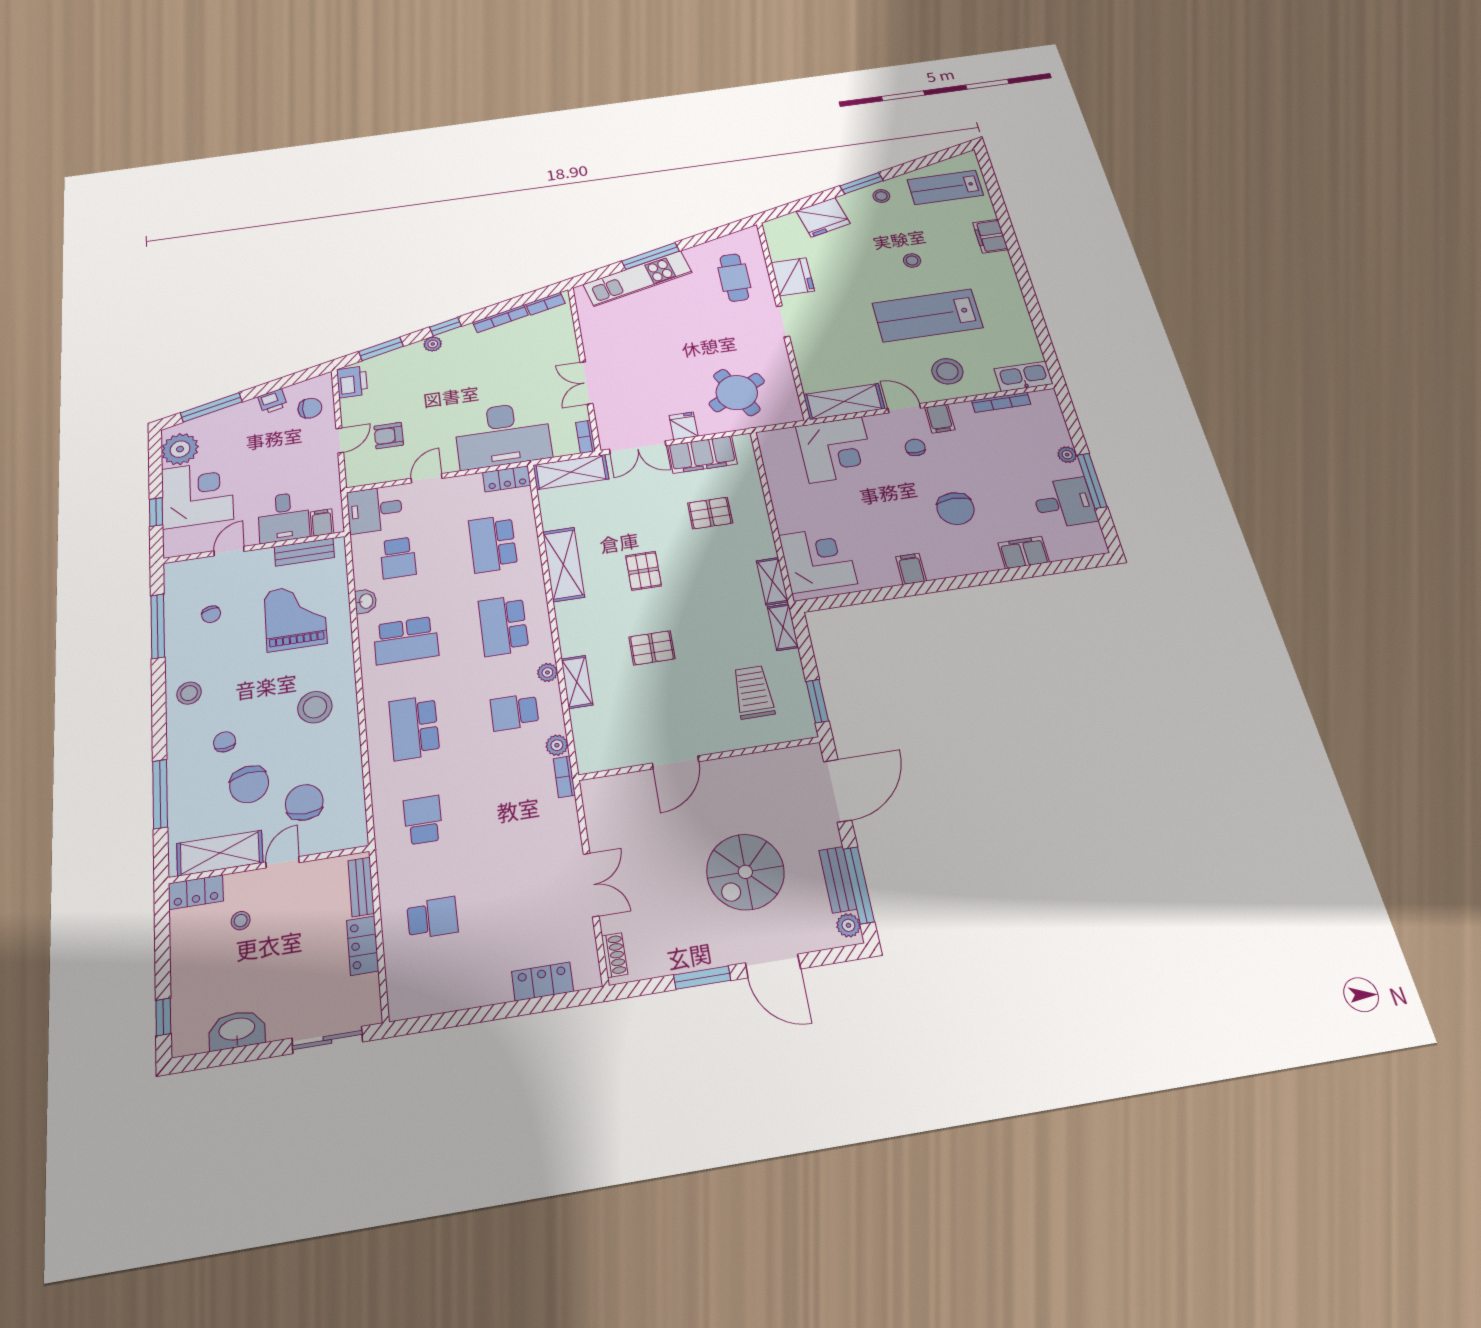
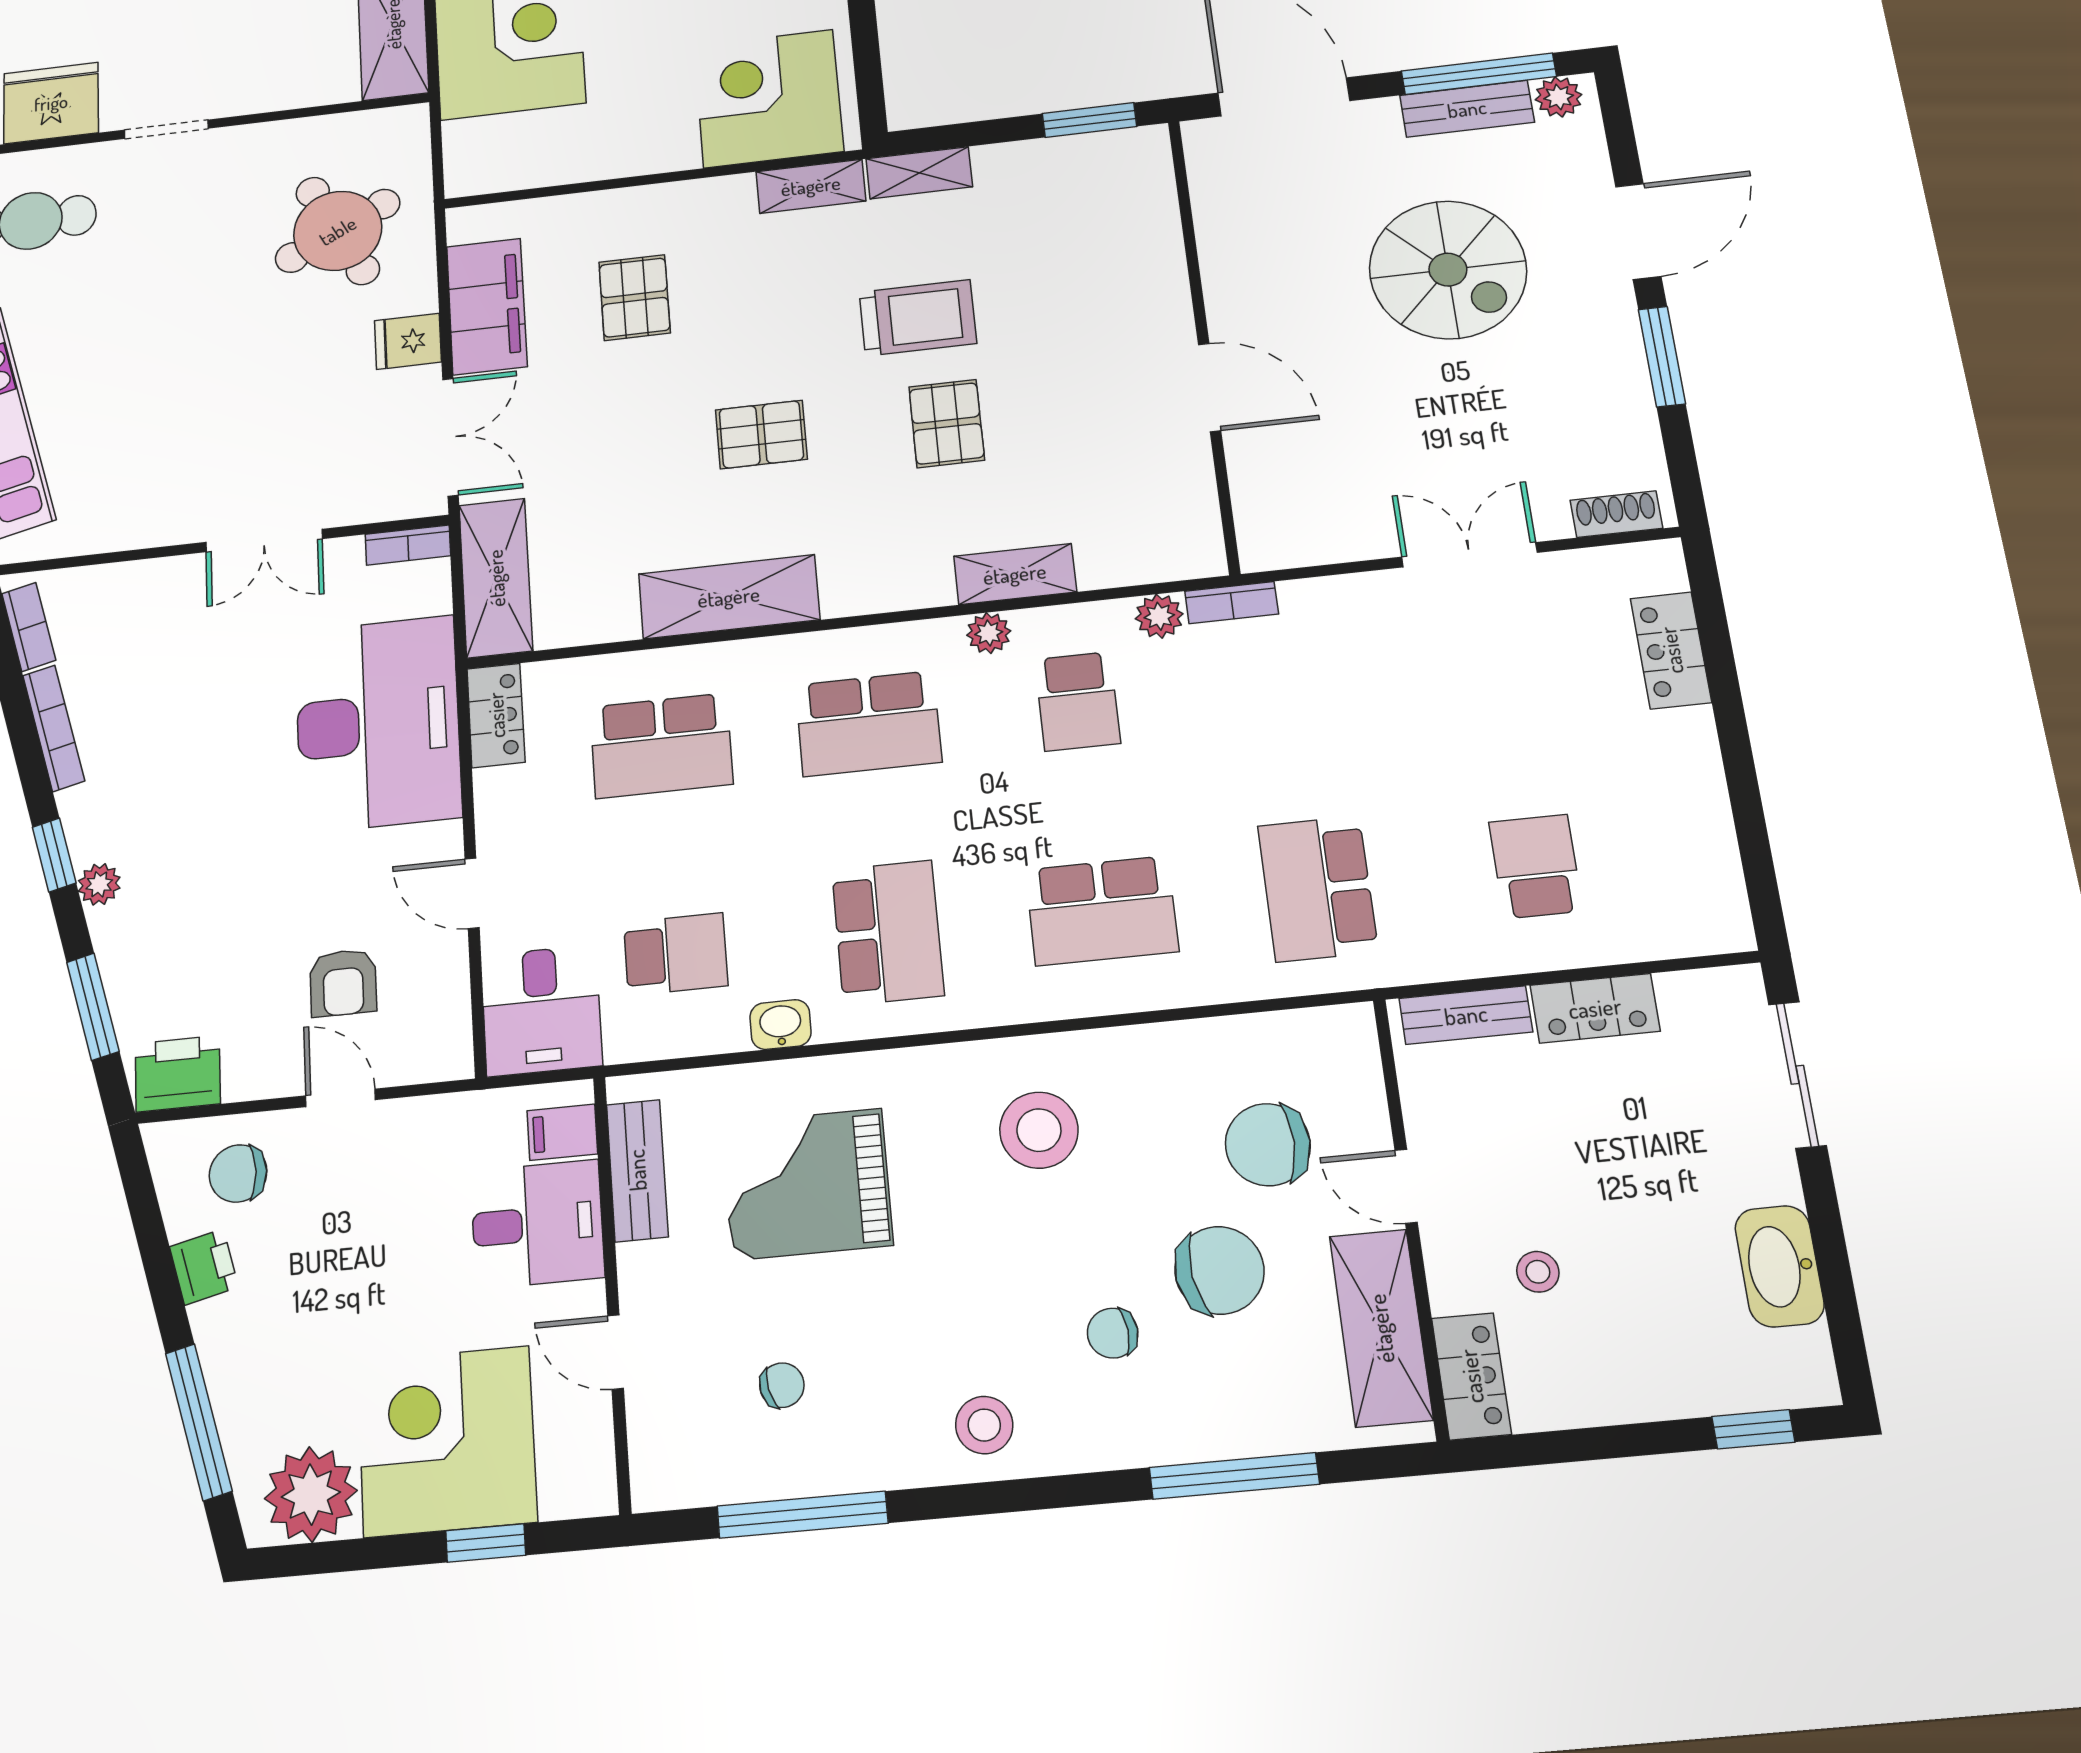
chair: (310, 408) -> (238, 1173), turned -90
trolley: (753, 692) -> (918, 318), moved, turned 180
school desk: (423, 820) -> (1318, 889), width x1.85

